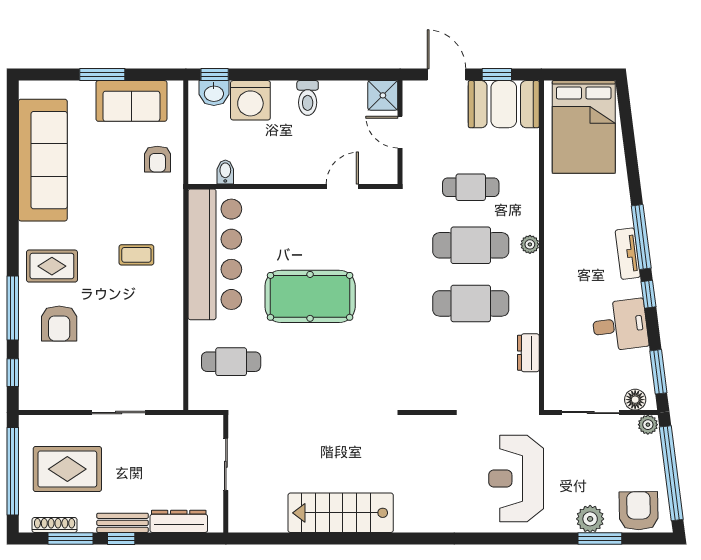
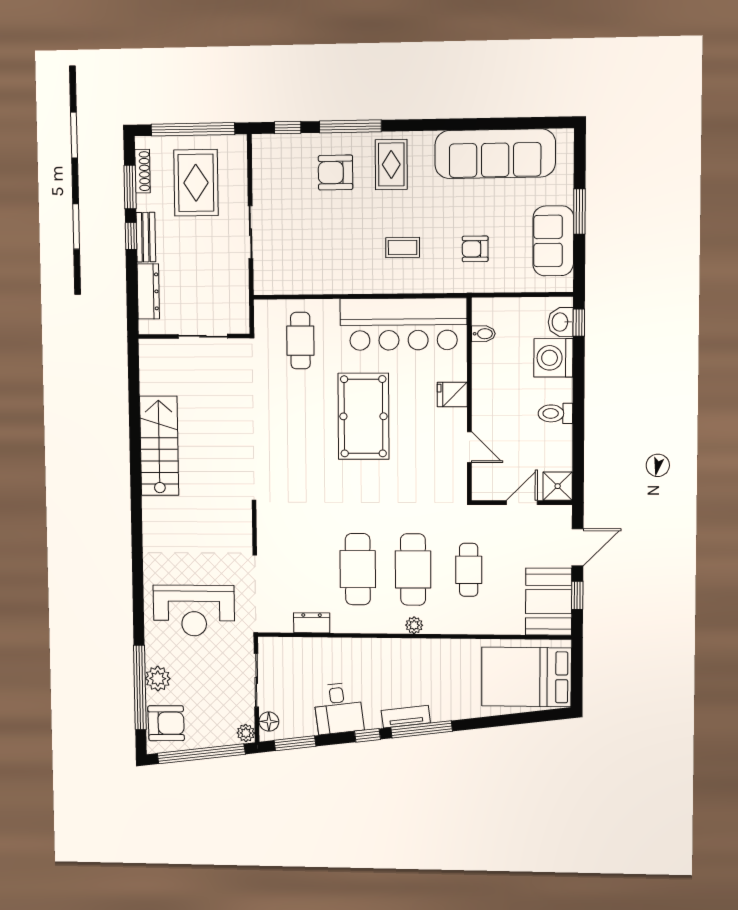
armchair: (157, 159) -> (475, 249), moved
fridge: (288, 204) -> (452, 395), added
coffee table: (136, 255) -> (403, 248), turned 90
reception desk: (516, 479) -> (194, 611), turned 180
window: (600, 539) -> (140, 687), width x2.11

